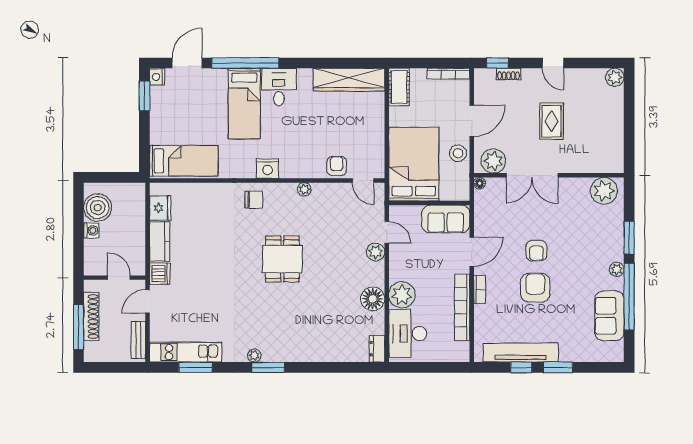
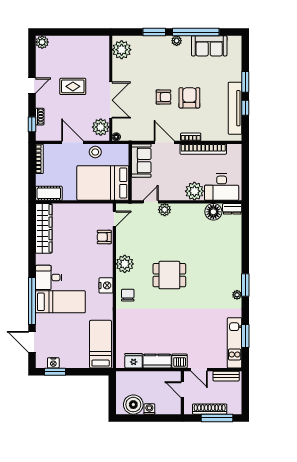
nightstand: (157, 77) -> (53, 363), moved
plant: (304, 189) -> (125, 264), width x1.88, depth x1.88
door: (119, 278) -> (182, 390), hinge flipped
armchair: (535, 288) -> (189, 98), turned 90
floor lamp: (373, 299) -> (213, 212), moved

